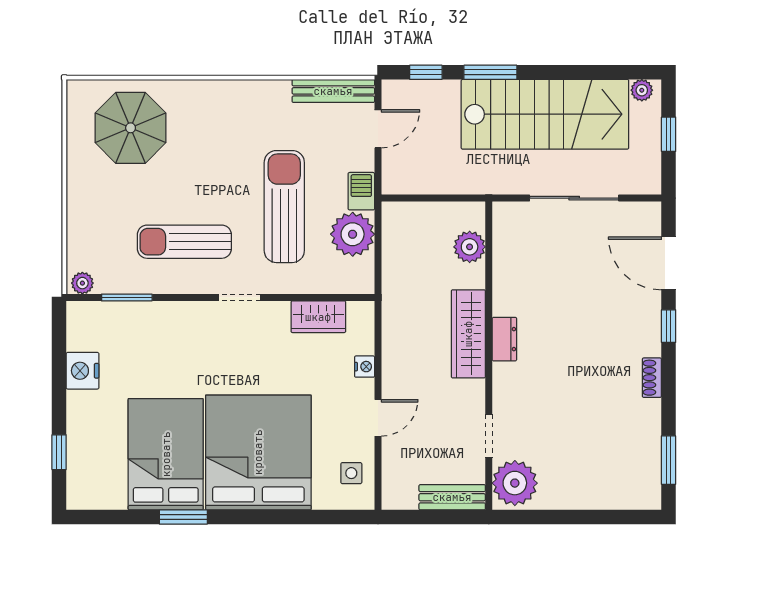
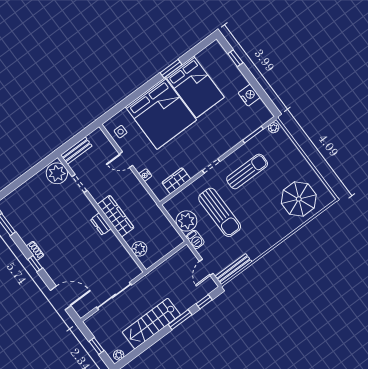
stairs: (545, 114) -> (151, 324), width x0.73, depth x0.66
window: (669, 326) -> (35, 264), moved
door: (378, 418) -> (126, 160), hinge flipped

